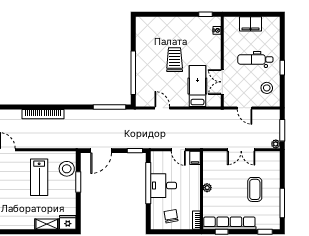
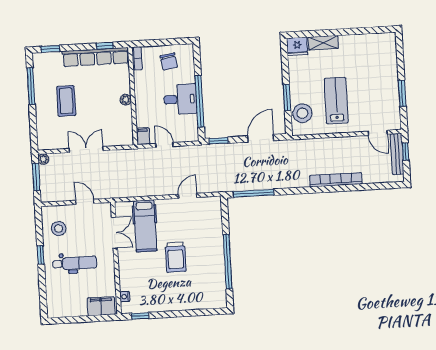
filing cabinet: (250, 24) -> (101, 306), moved
window: (133, 73) -> (228, 262), moved
door: (162, 108) -> (187, 196), swing flipped

